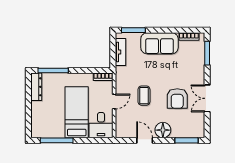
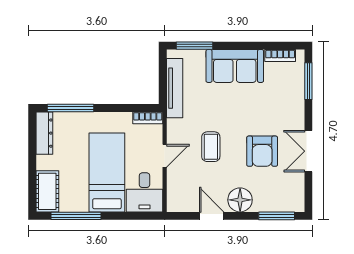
tv unit: (121, 52) -> (175, 88), width x1.41
cot: (38, 124) -> (47, 191), added

